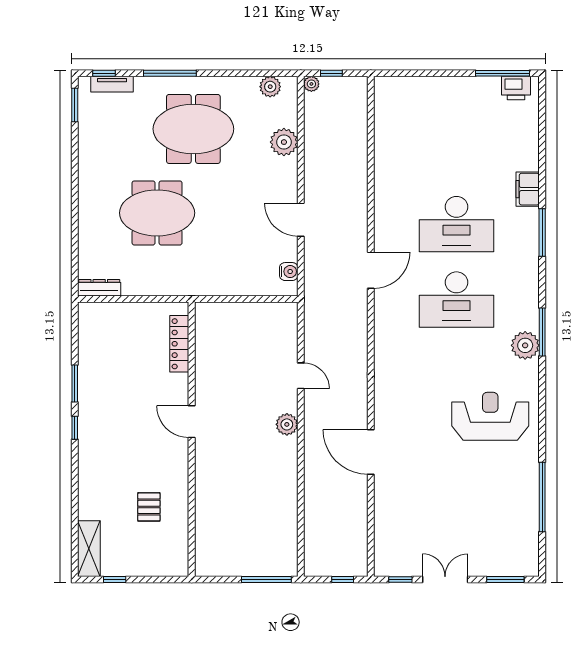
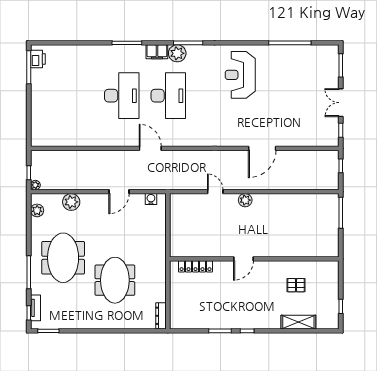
filing cabinet: (528, 189) -> (157, 52), moved
plant: (525, 345) -> (177, 53), moved
door: (301, 376) -> (215, 192), hinge flipped
shelving: (89, 549) -> (298, 322), moved

